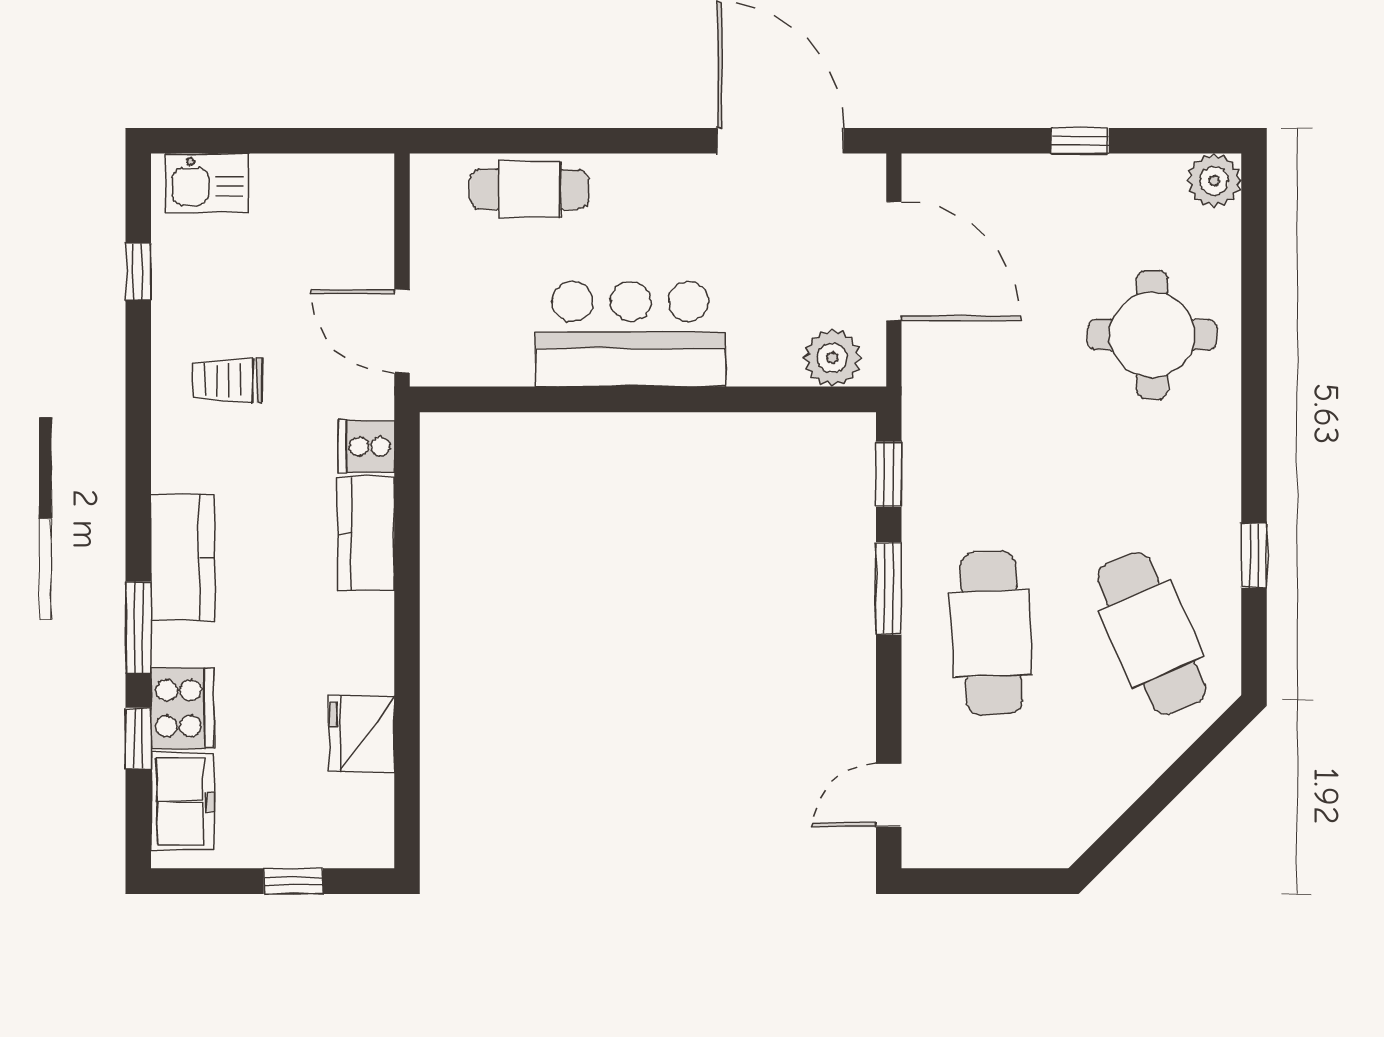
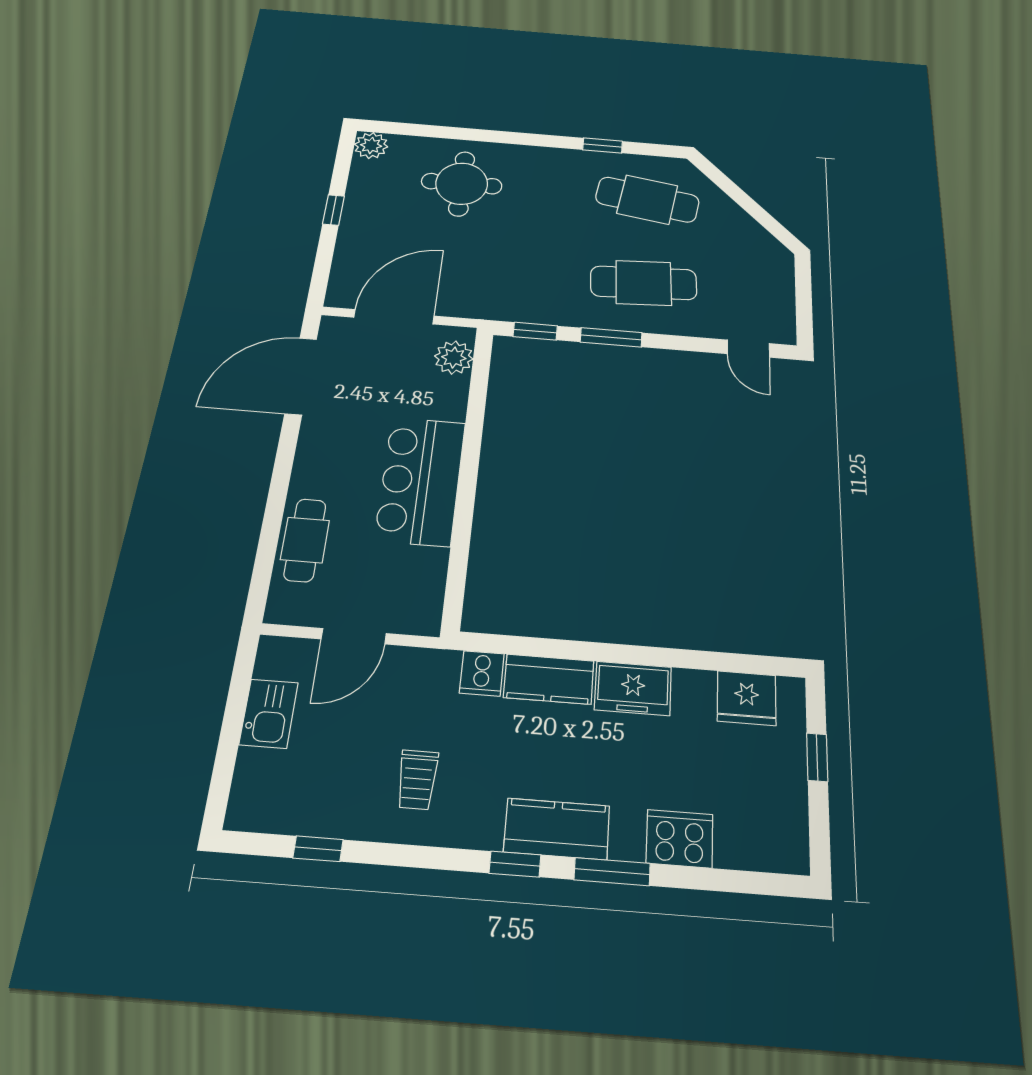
kitchen sink: (207, 183) -> (269, 714), moved
door: (402, 331) -> (354, 636), moved
cafe table: (1151, 633) -> (647, 200), turned 33
fridge: (362, 734) -> (747, 698), moved
window: (138, 738) -> (515, 864), moved
freezer: (183, 801) -> (633, 688), moved, turned 180

